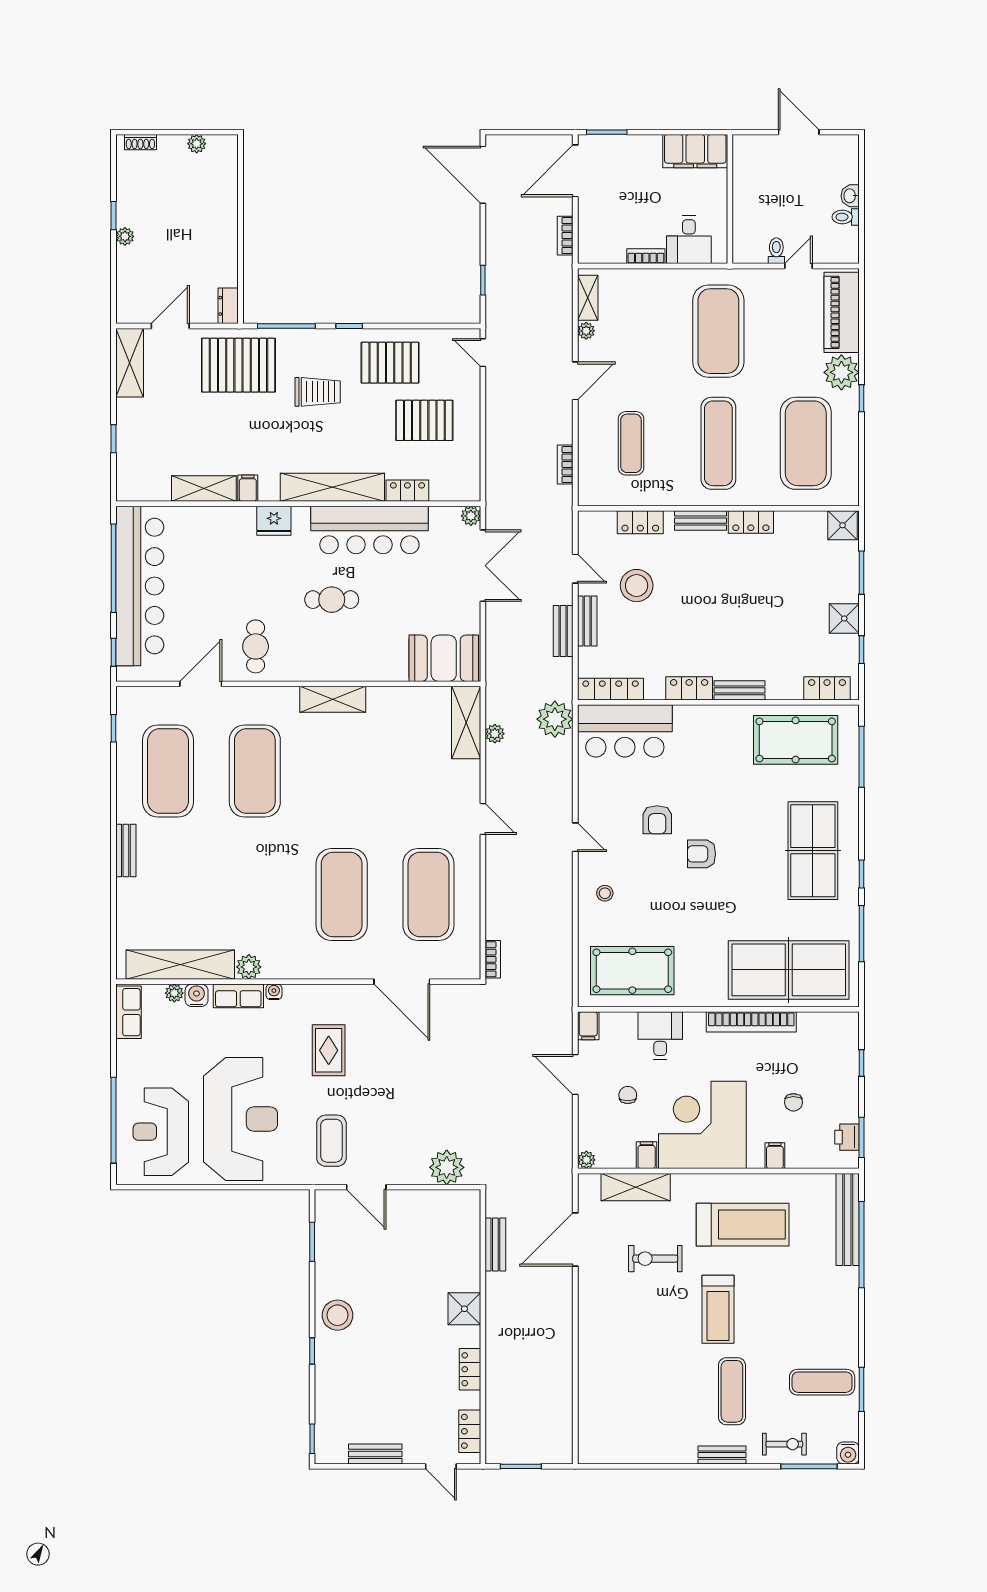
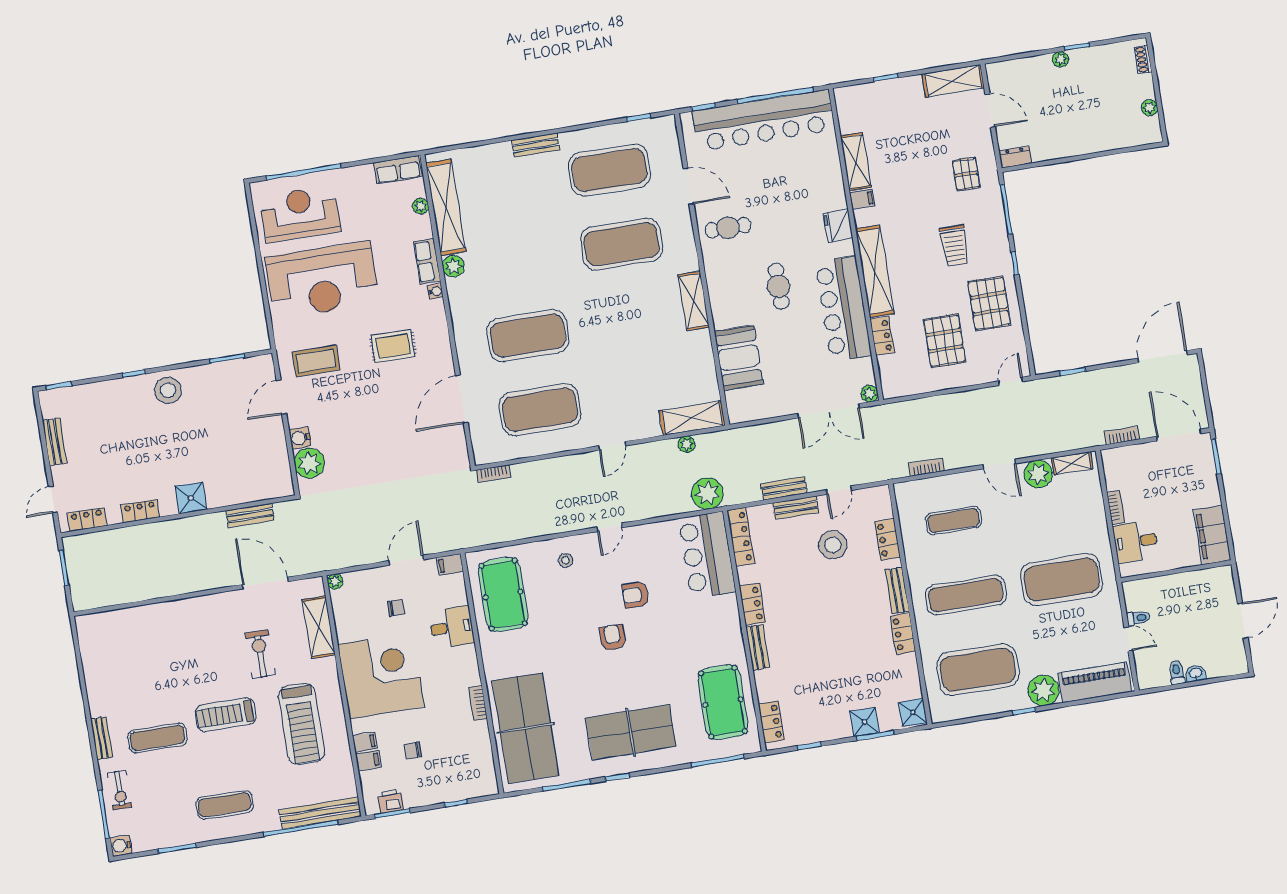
plant: (586, 331) -> (1038, 474), width x1.88, depth x1.88
pallet: (238, 365) -> (966, 174), width x0.49, depth x0.50
shower: (844, 619) -> (864, 722), moved
booth: (444, 658) -> (739, 358), moved
water cooler: (197, 995) -> (300, 438), moved, turned 180
bookcase: (751, 1022) -> (478, 703), width x0.43, depth x0.76
filing cabinet: (647, 1155) -> (368, 761), moved
exercise mat: (822, 1382) -> (225, 805), moved, turned 90

